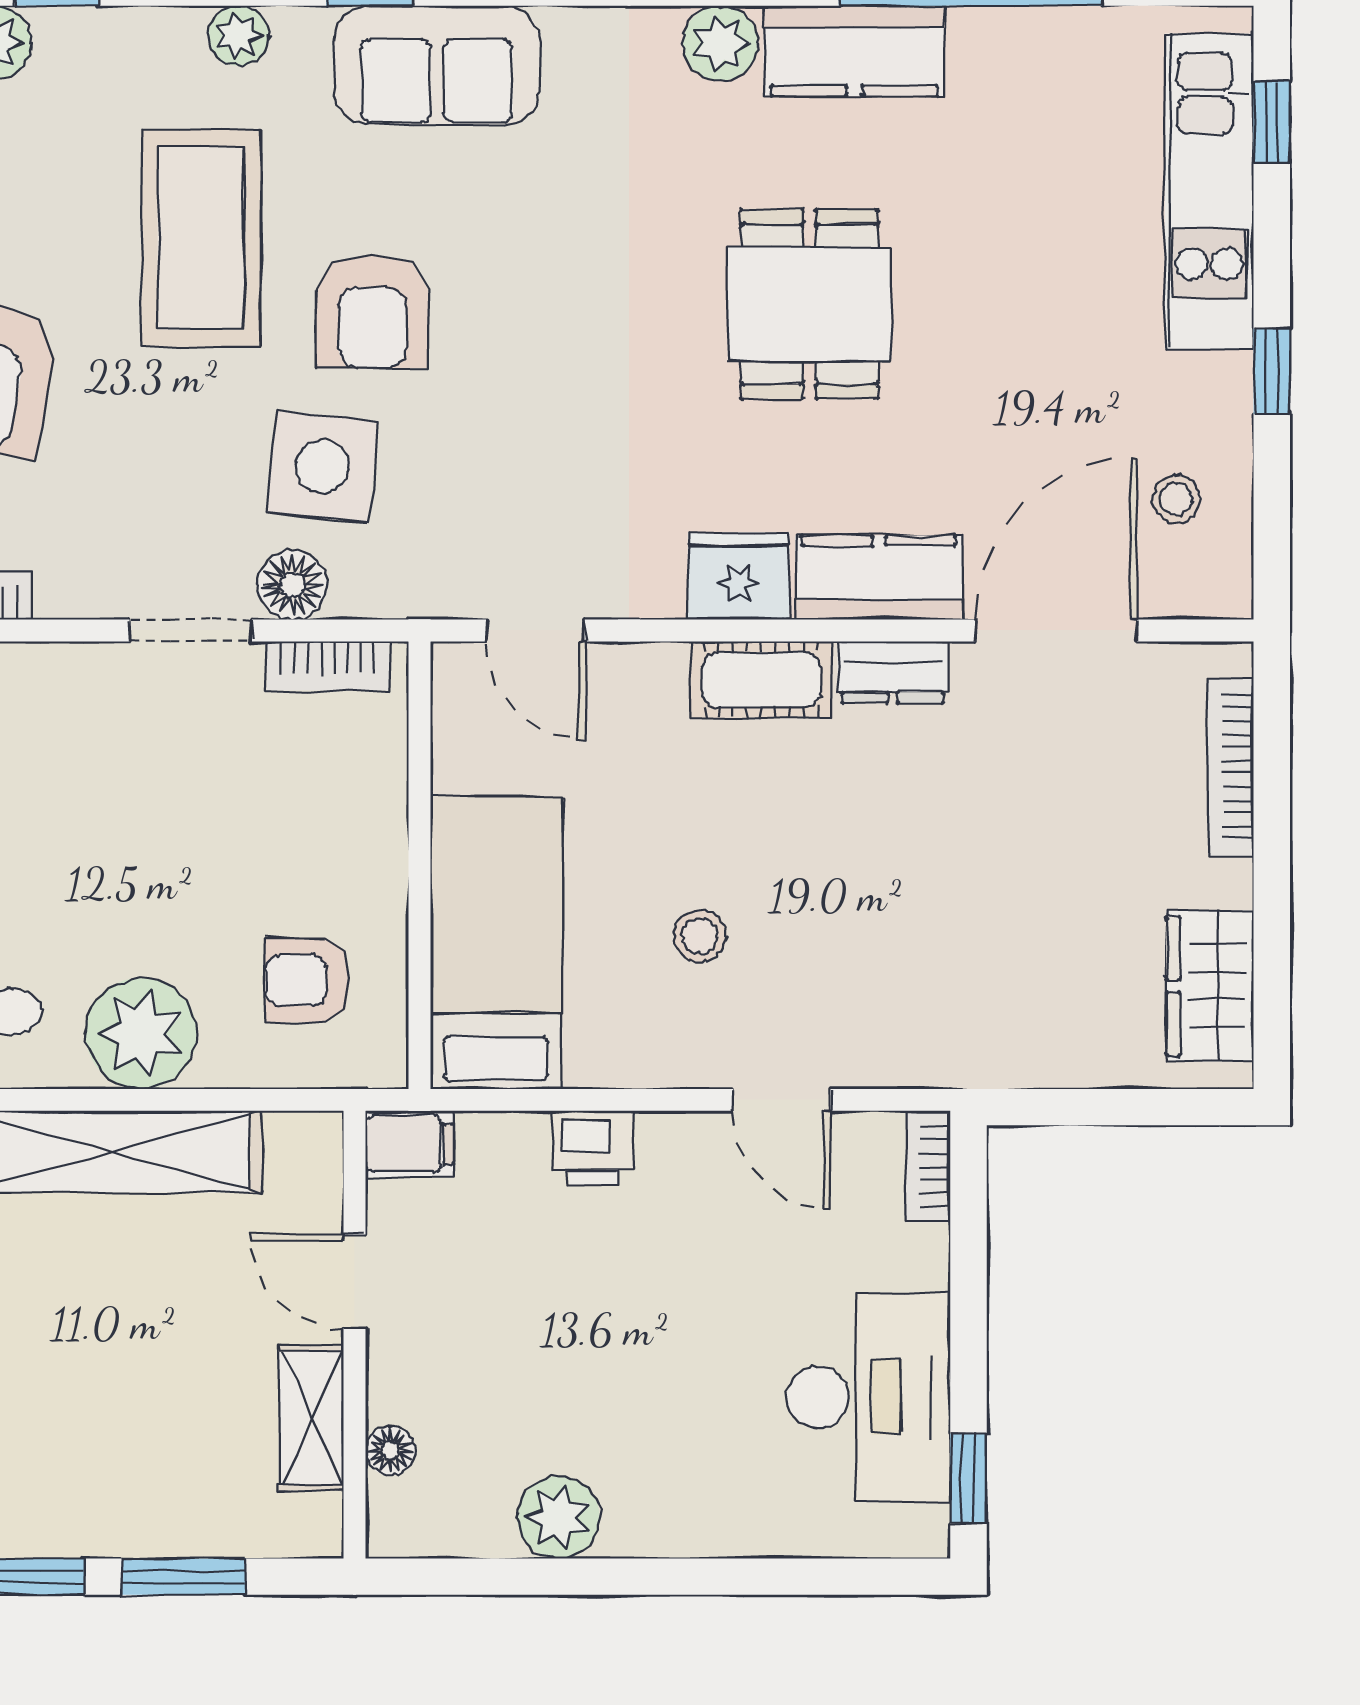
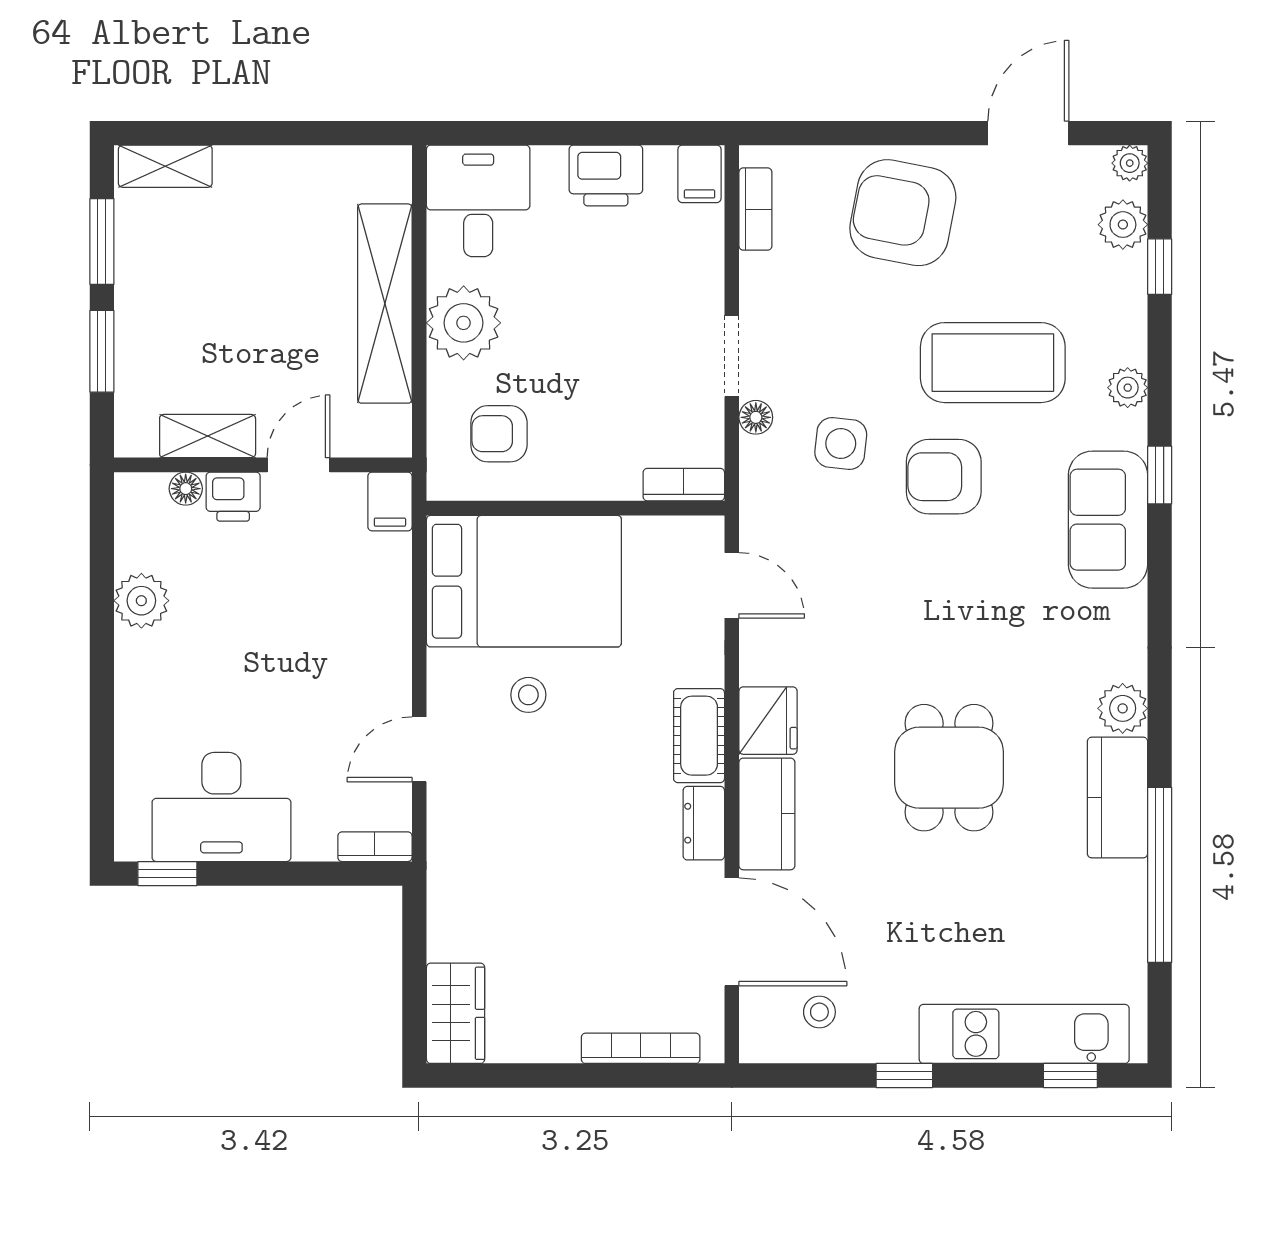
dining table: (809, 304) -> (949, 768), turned 90
side table: (322, 467) -> (841, 443), width x0.73, depth x0.73
floor lamp: (293, 585) -> (756, 417), width x0.73, depth x0.73
door: (536, 630) -> (732, 585), swing flipped
bookcase: (328, 666) -> (684, 485), moved, turned 90
bed: (496, 943) -> (524, 581), width x1.50
armchair: (308, 980) -> (499, 434), turned -90
wardrobe: (1210, 986) -> (456, 1013), moved, turned 90
printer: (593, 1148) -> (233, 497), moved, turned -90

